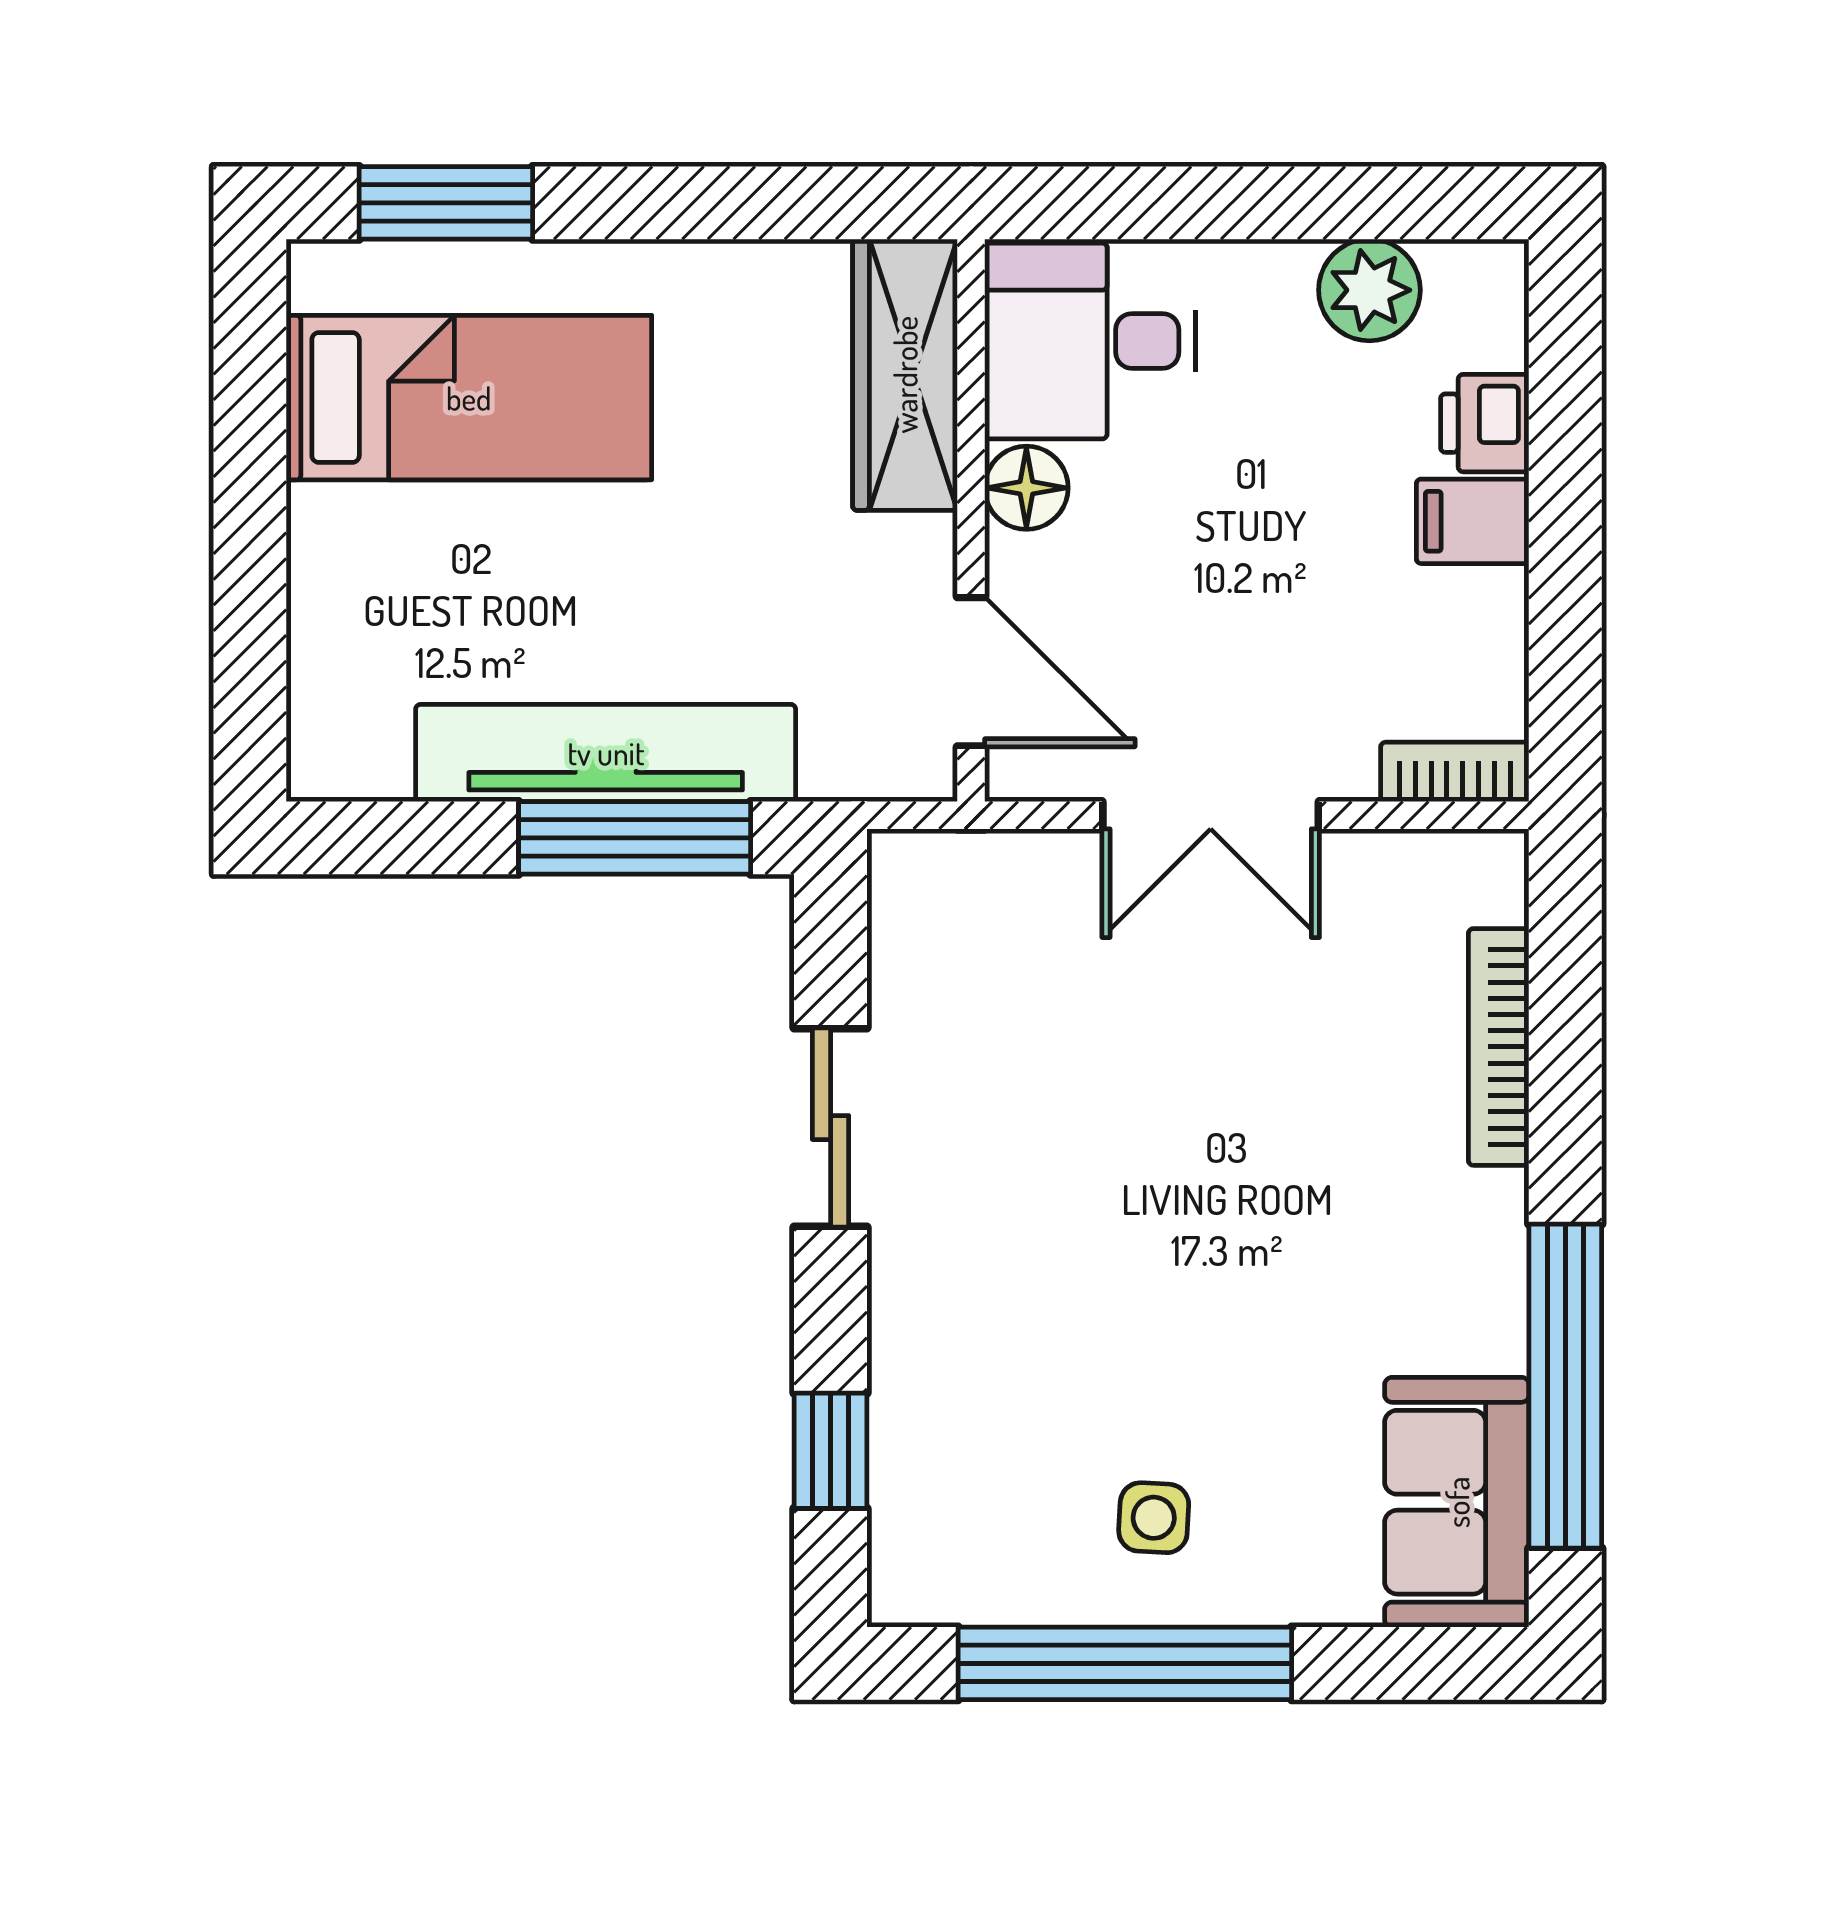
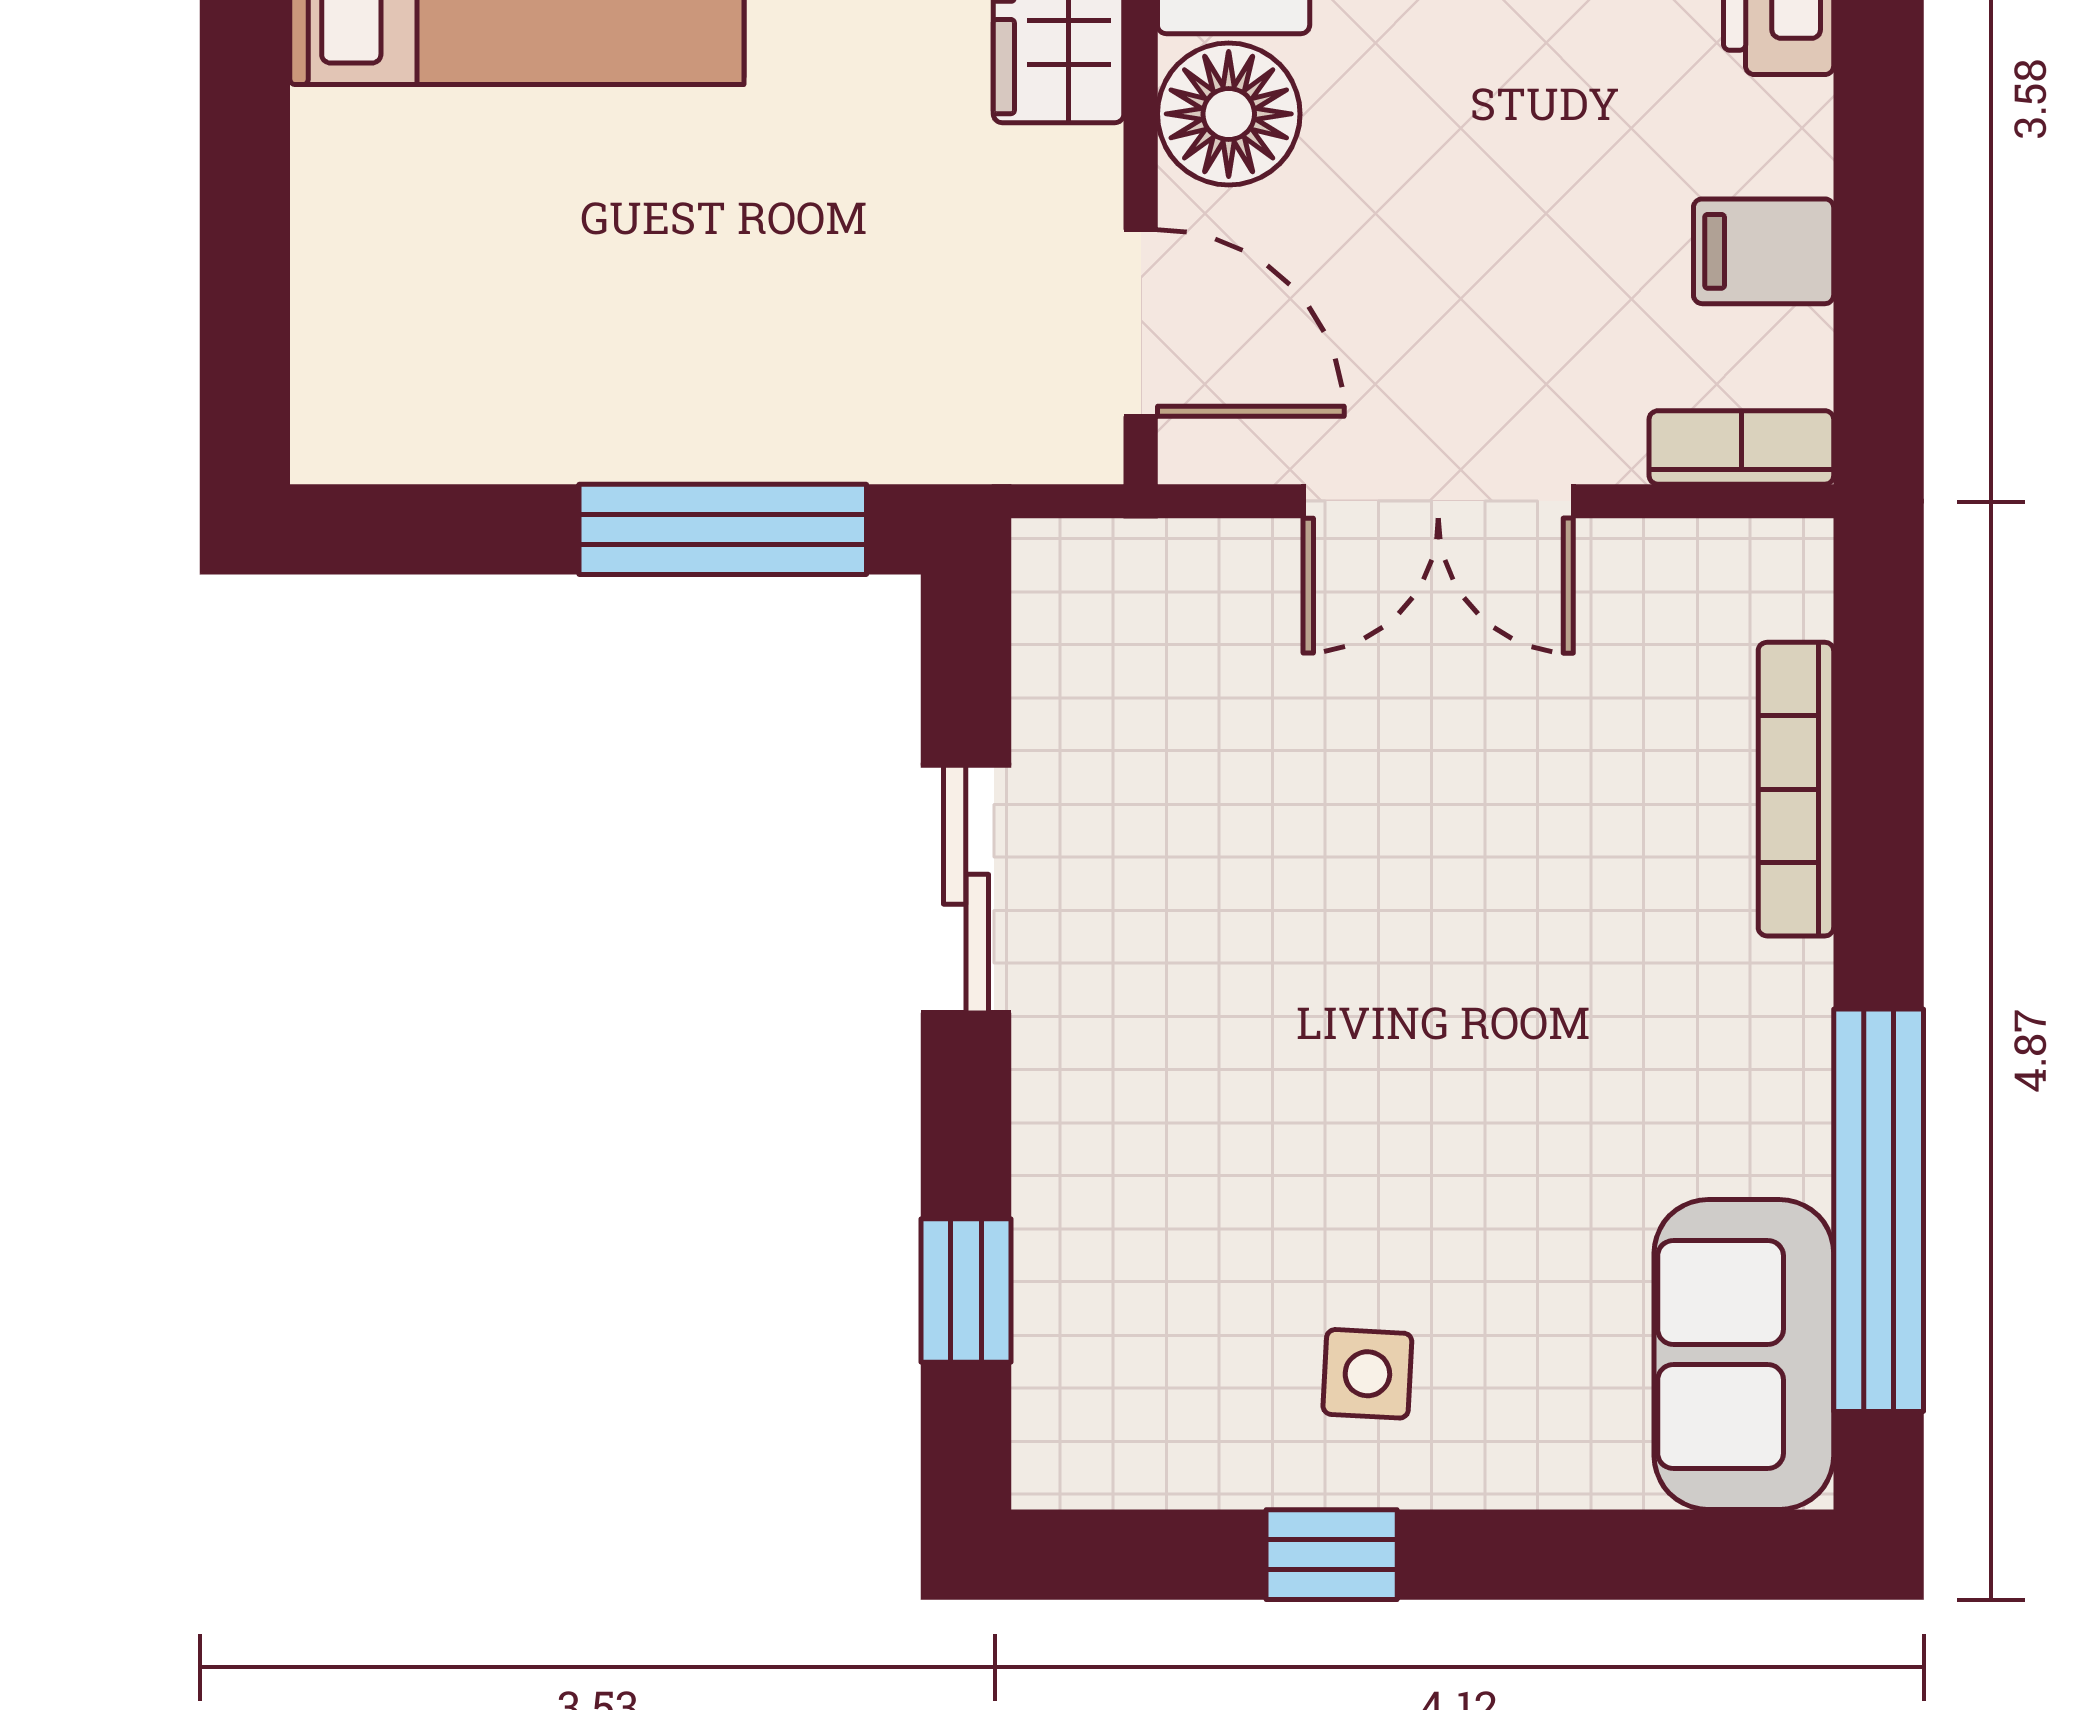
floor lamp: (1026, 488) -> (1229, 114), width x1.38, depth x1.38
filing cabinet: (1473, 521) -> (1764, 251), moved
tv unit: (606, 753) -> (687, 424), removed
window: (1125, 1663) -> (1332, 1555), width x0.32

